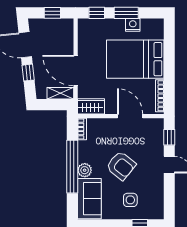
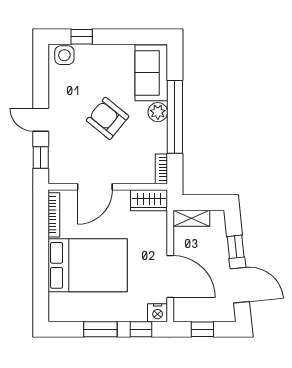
nightstand: (133, 25) -> (158, 313), moved
door: (76, 71) -> (170, 277), moved
door: (130, 116) -> (95, 187), hinge flipped
side table: (130, 200) -> (64, 55), moved

